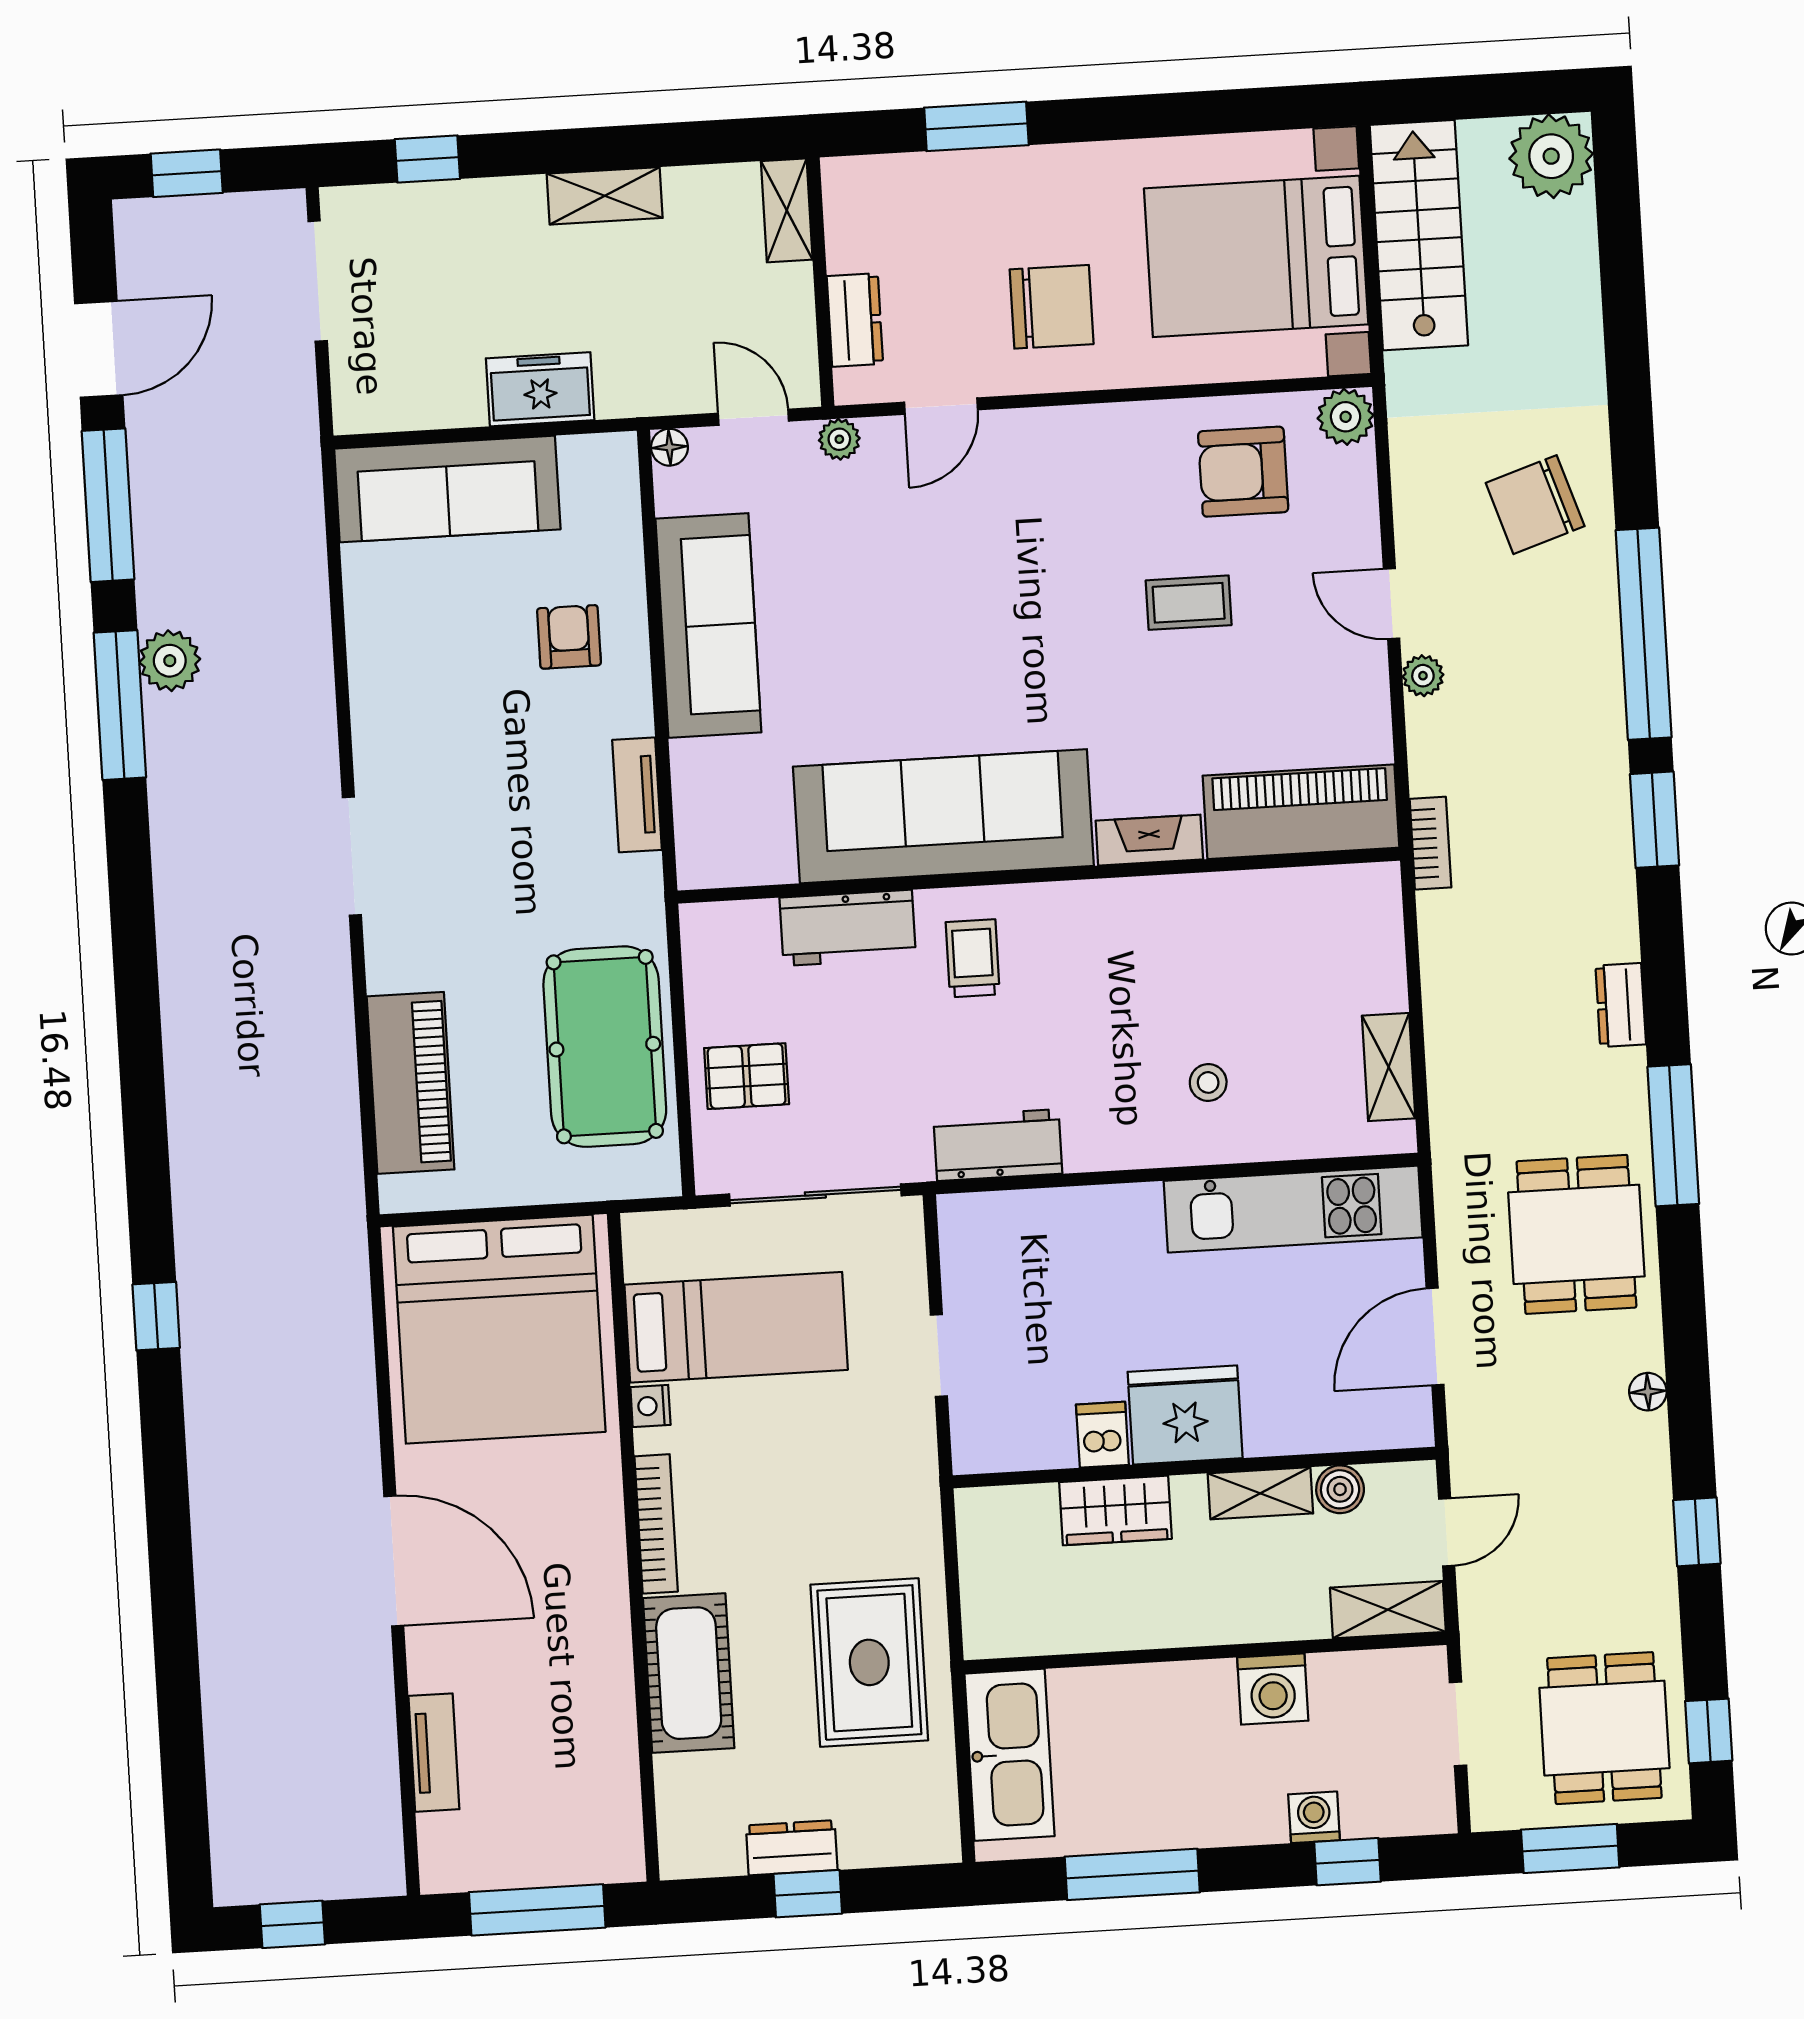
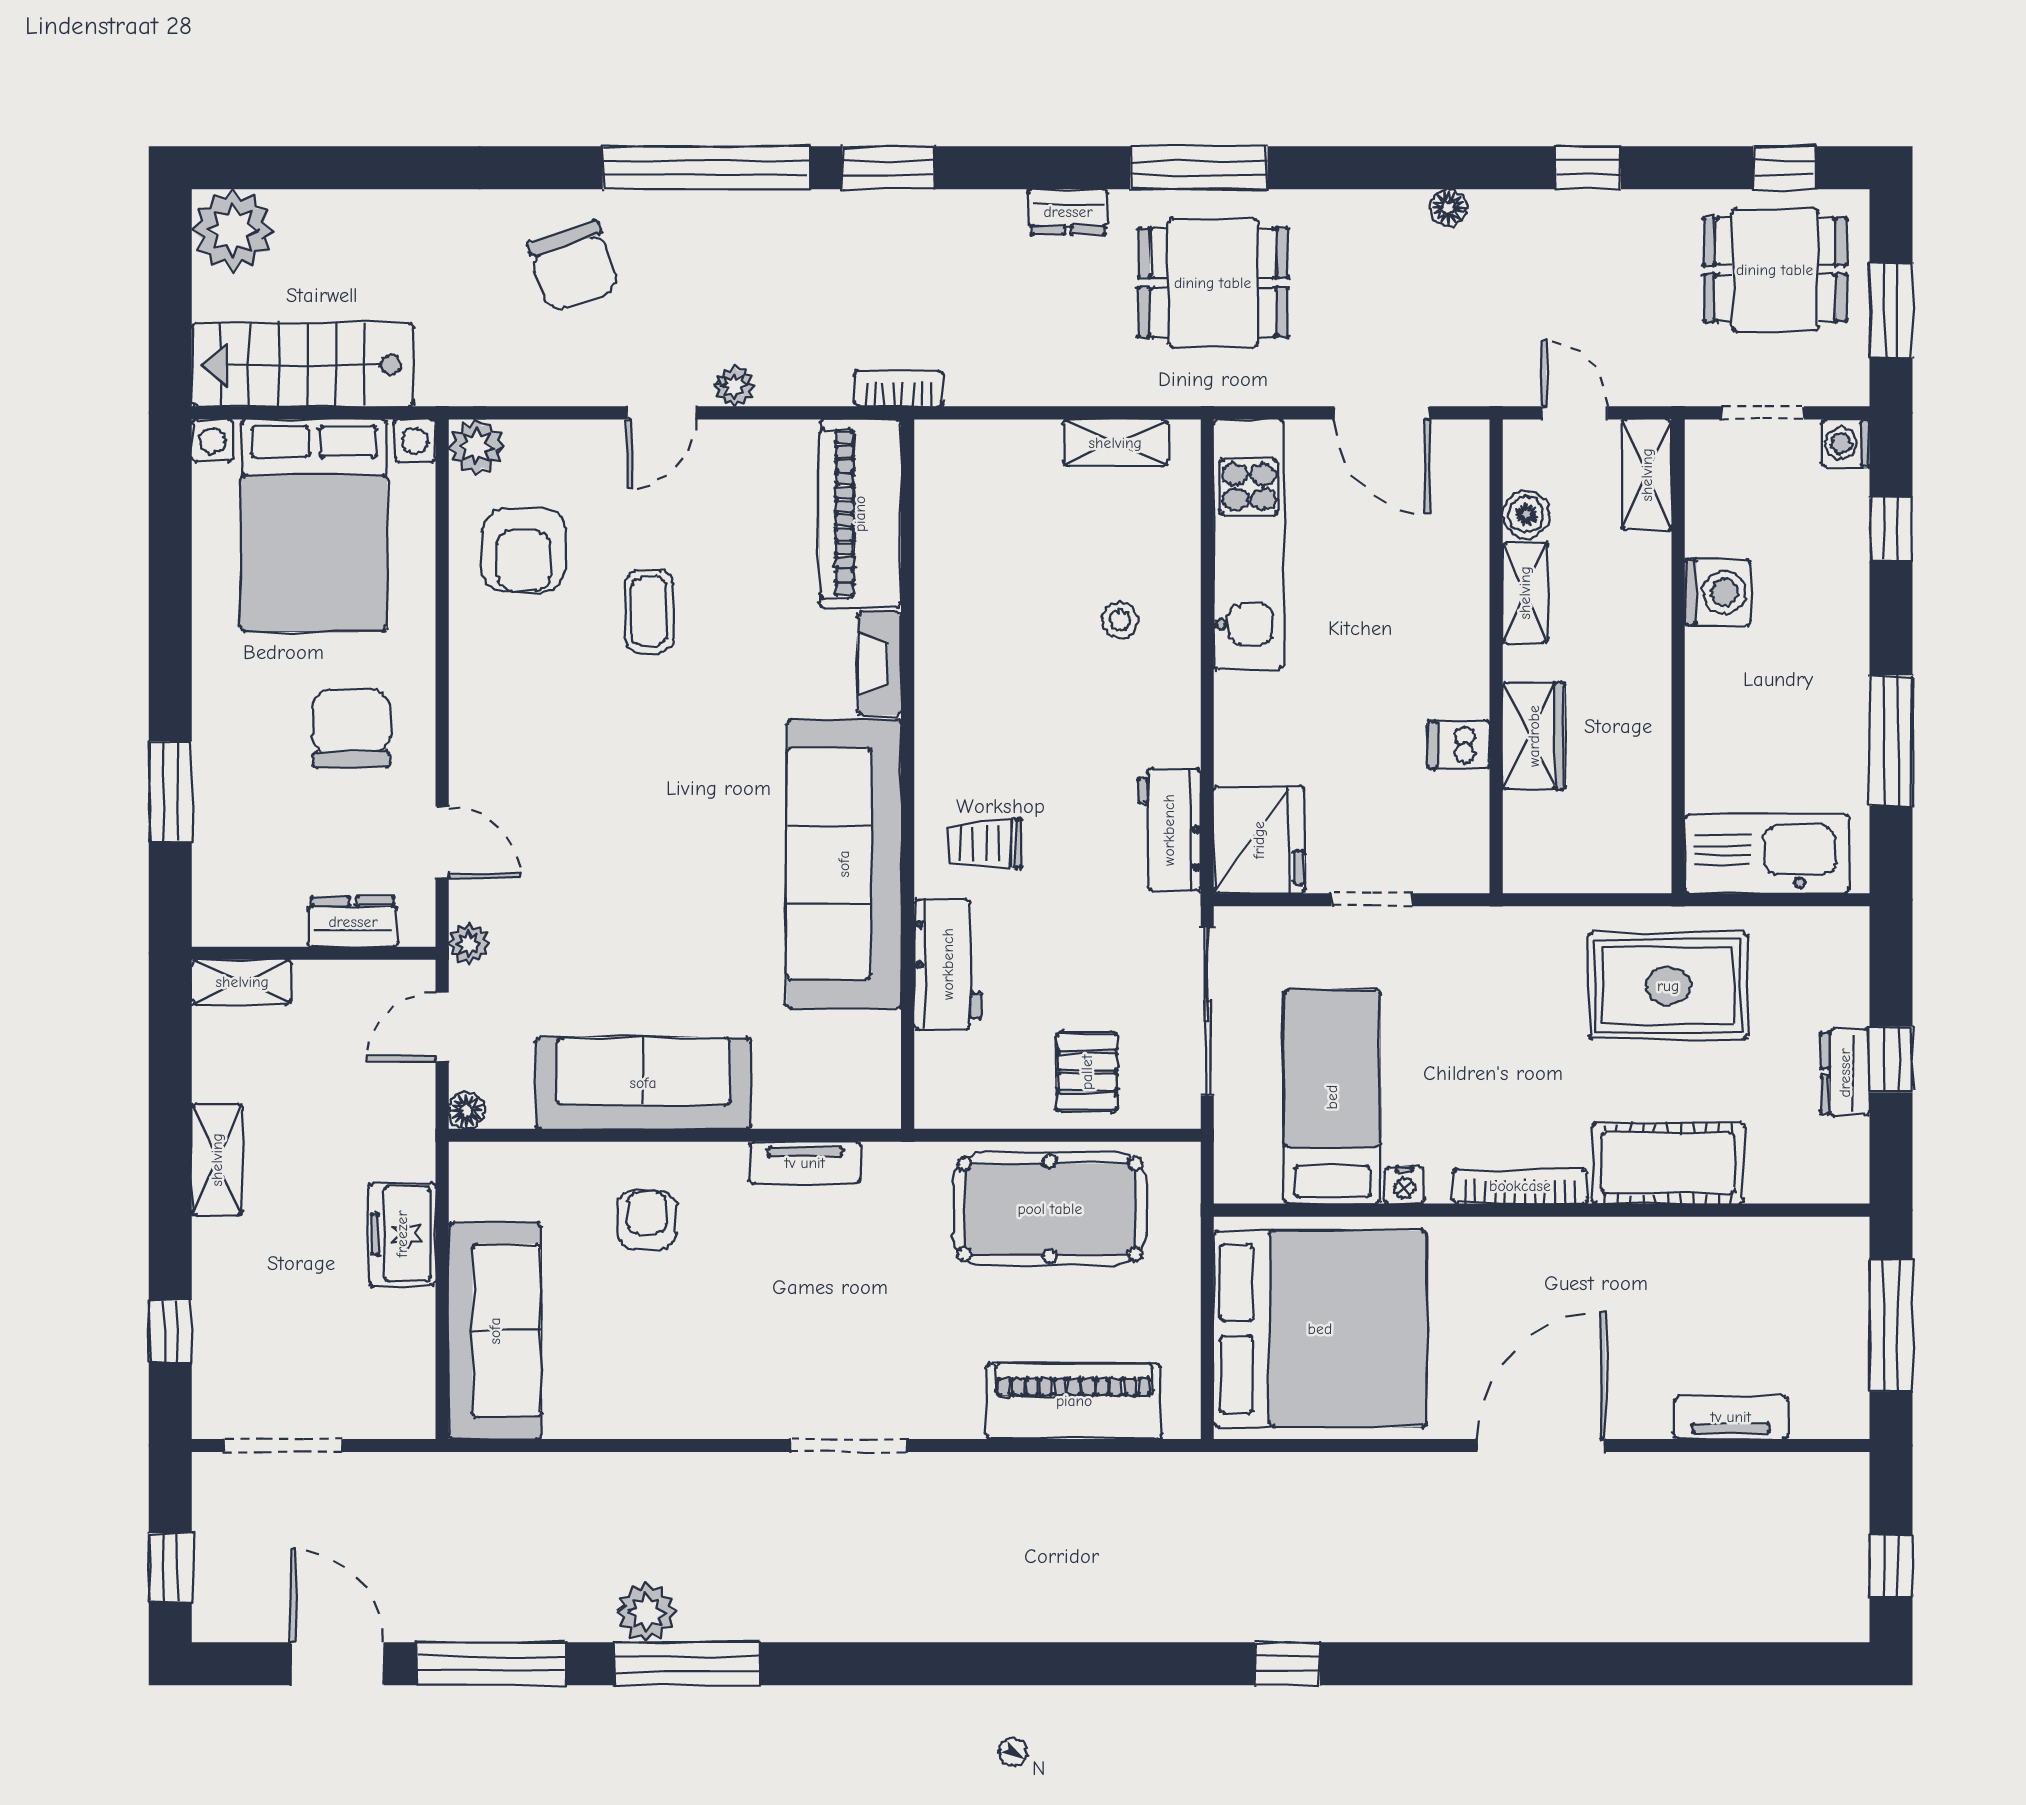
armchair: (569, 637) -> (646, 1220), turned 90
dining table: (1576, 1234) -> (1213, 283), moved
fridge: (1185, 1415) -> (1259, 840), moved, turned 180
washing machine: (1314, 1817) -> (1846, 443), moved

